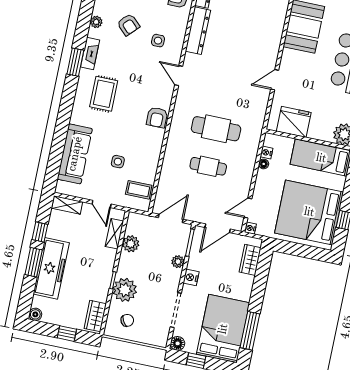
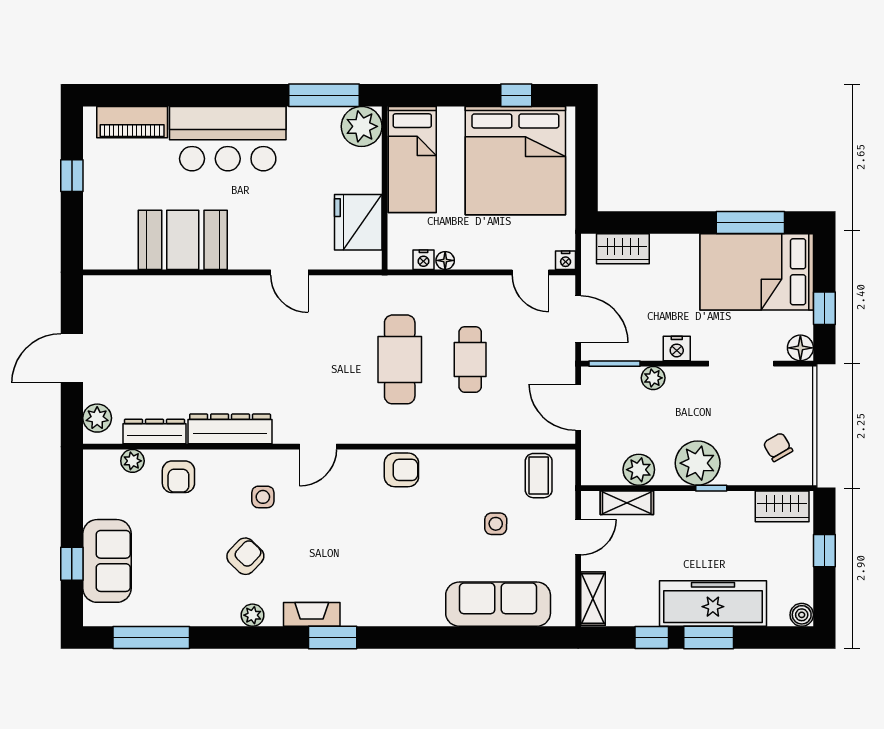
rug: (104, 94) -> (379, 575), removed
plant: (125, 290) -> (698, 463), moved

